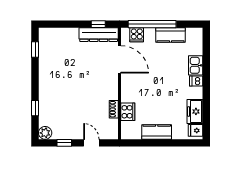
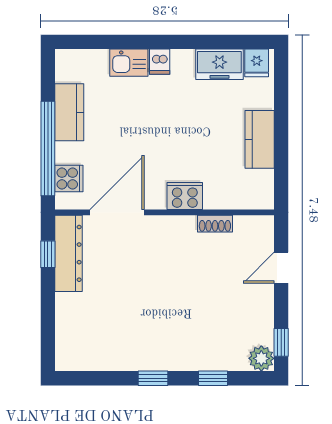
window: (35, 50) -> (153, 378), moved
cooker: (128, 112) -> (185, 196), moved
window: (64, 143) -> (281, 342), moved

